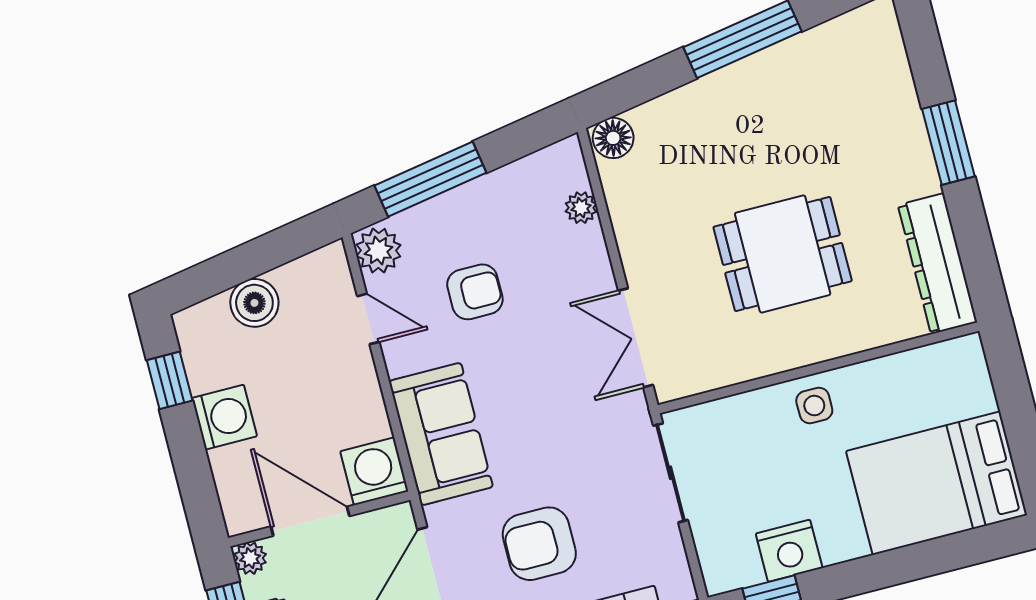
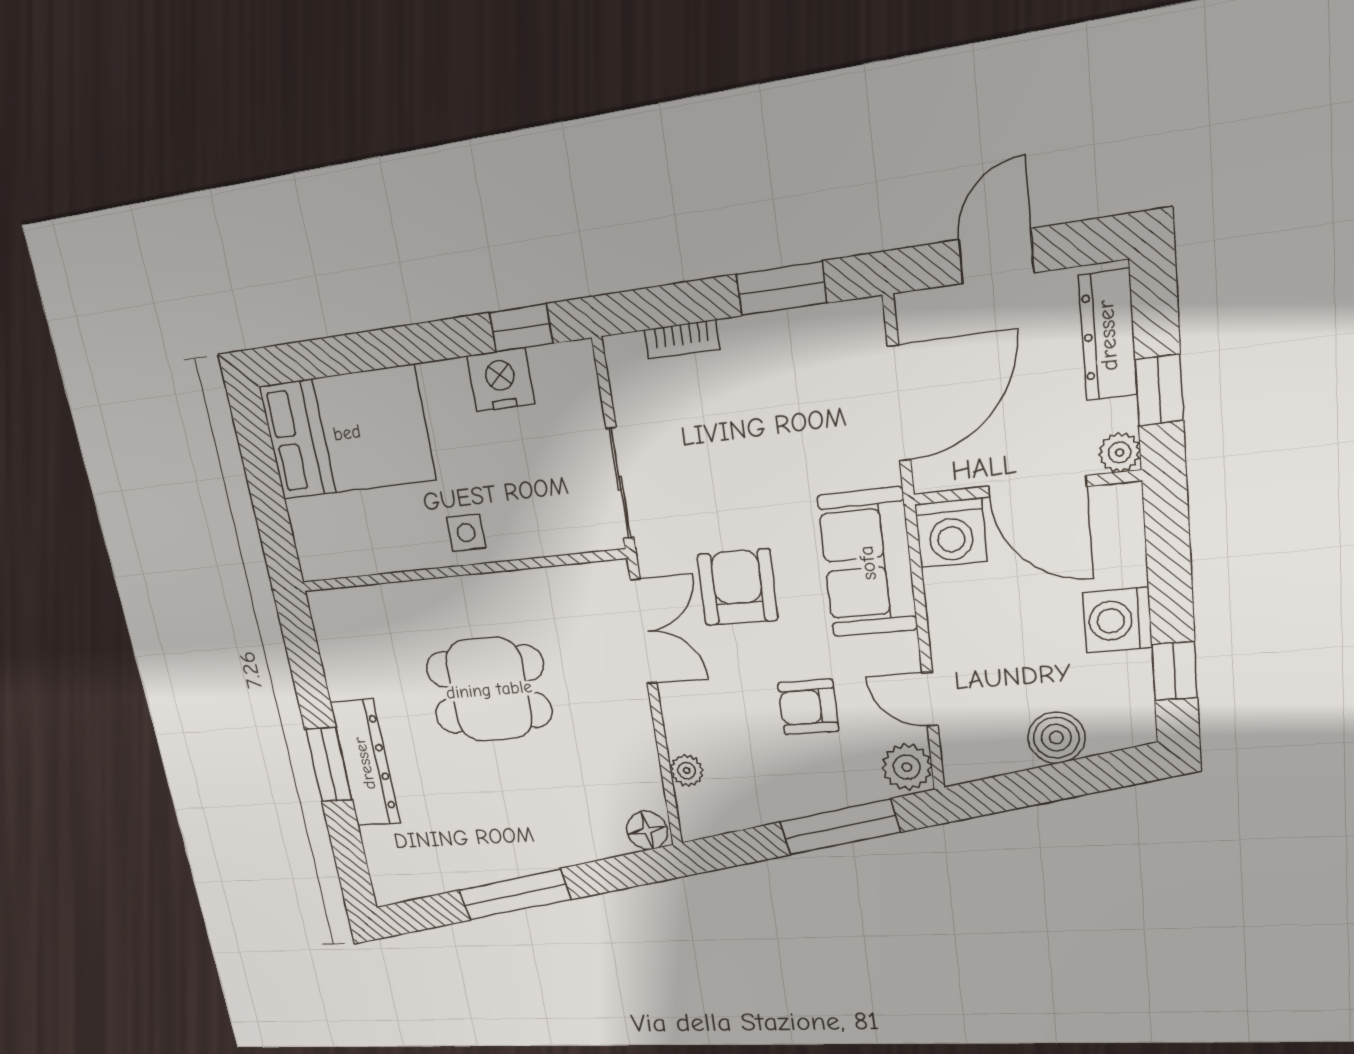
dresser: (938, 264) -> (365, 763), moved
armchair: (539, 544) -> (738, 587), moved, turned -89

